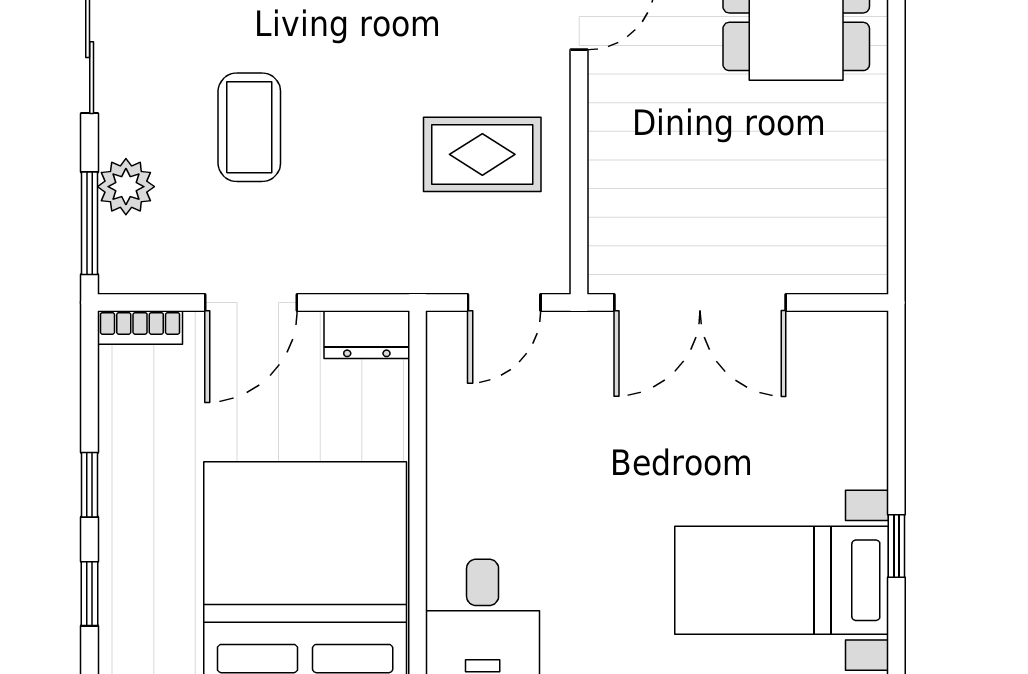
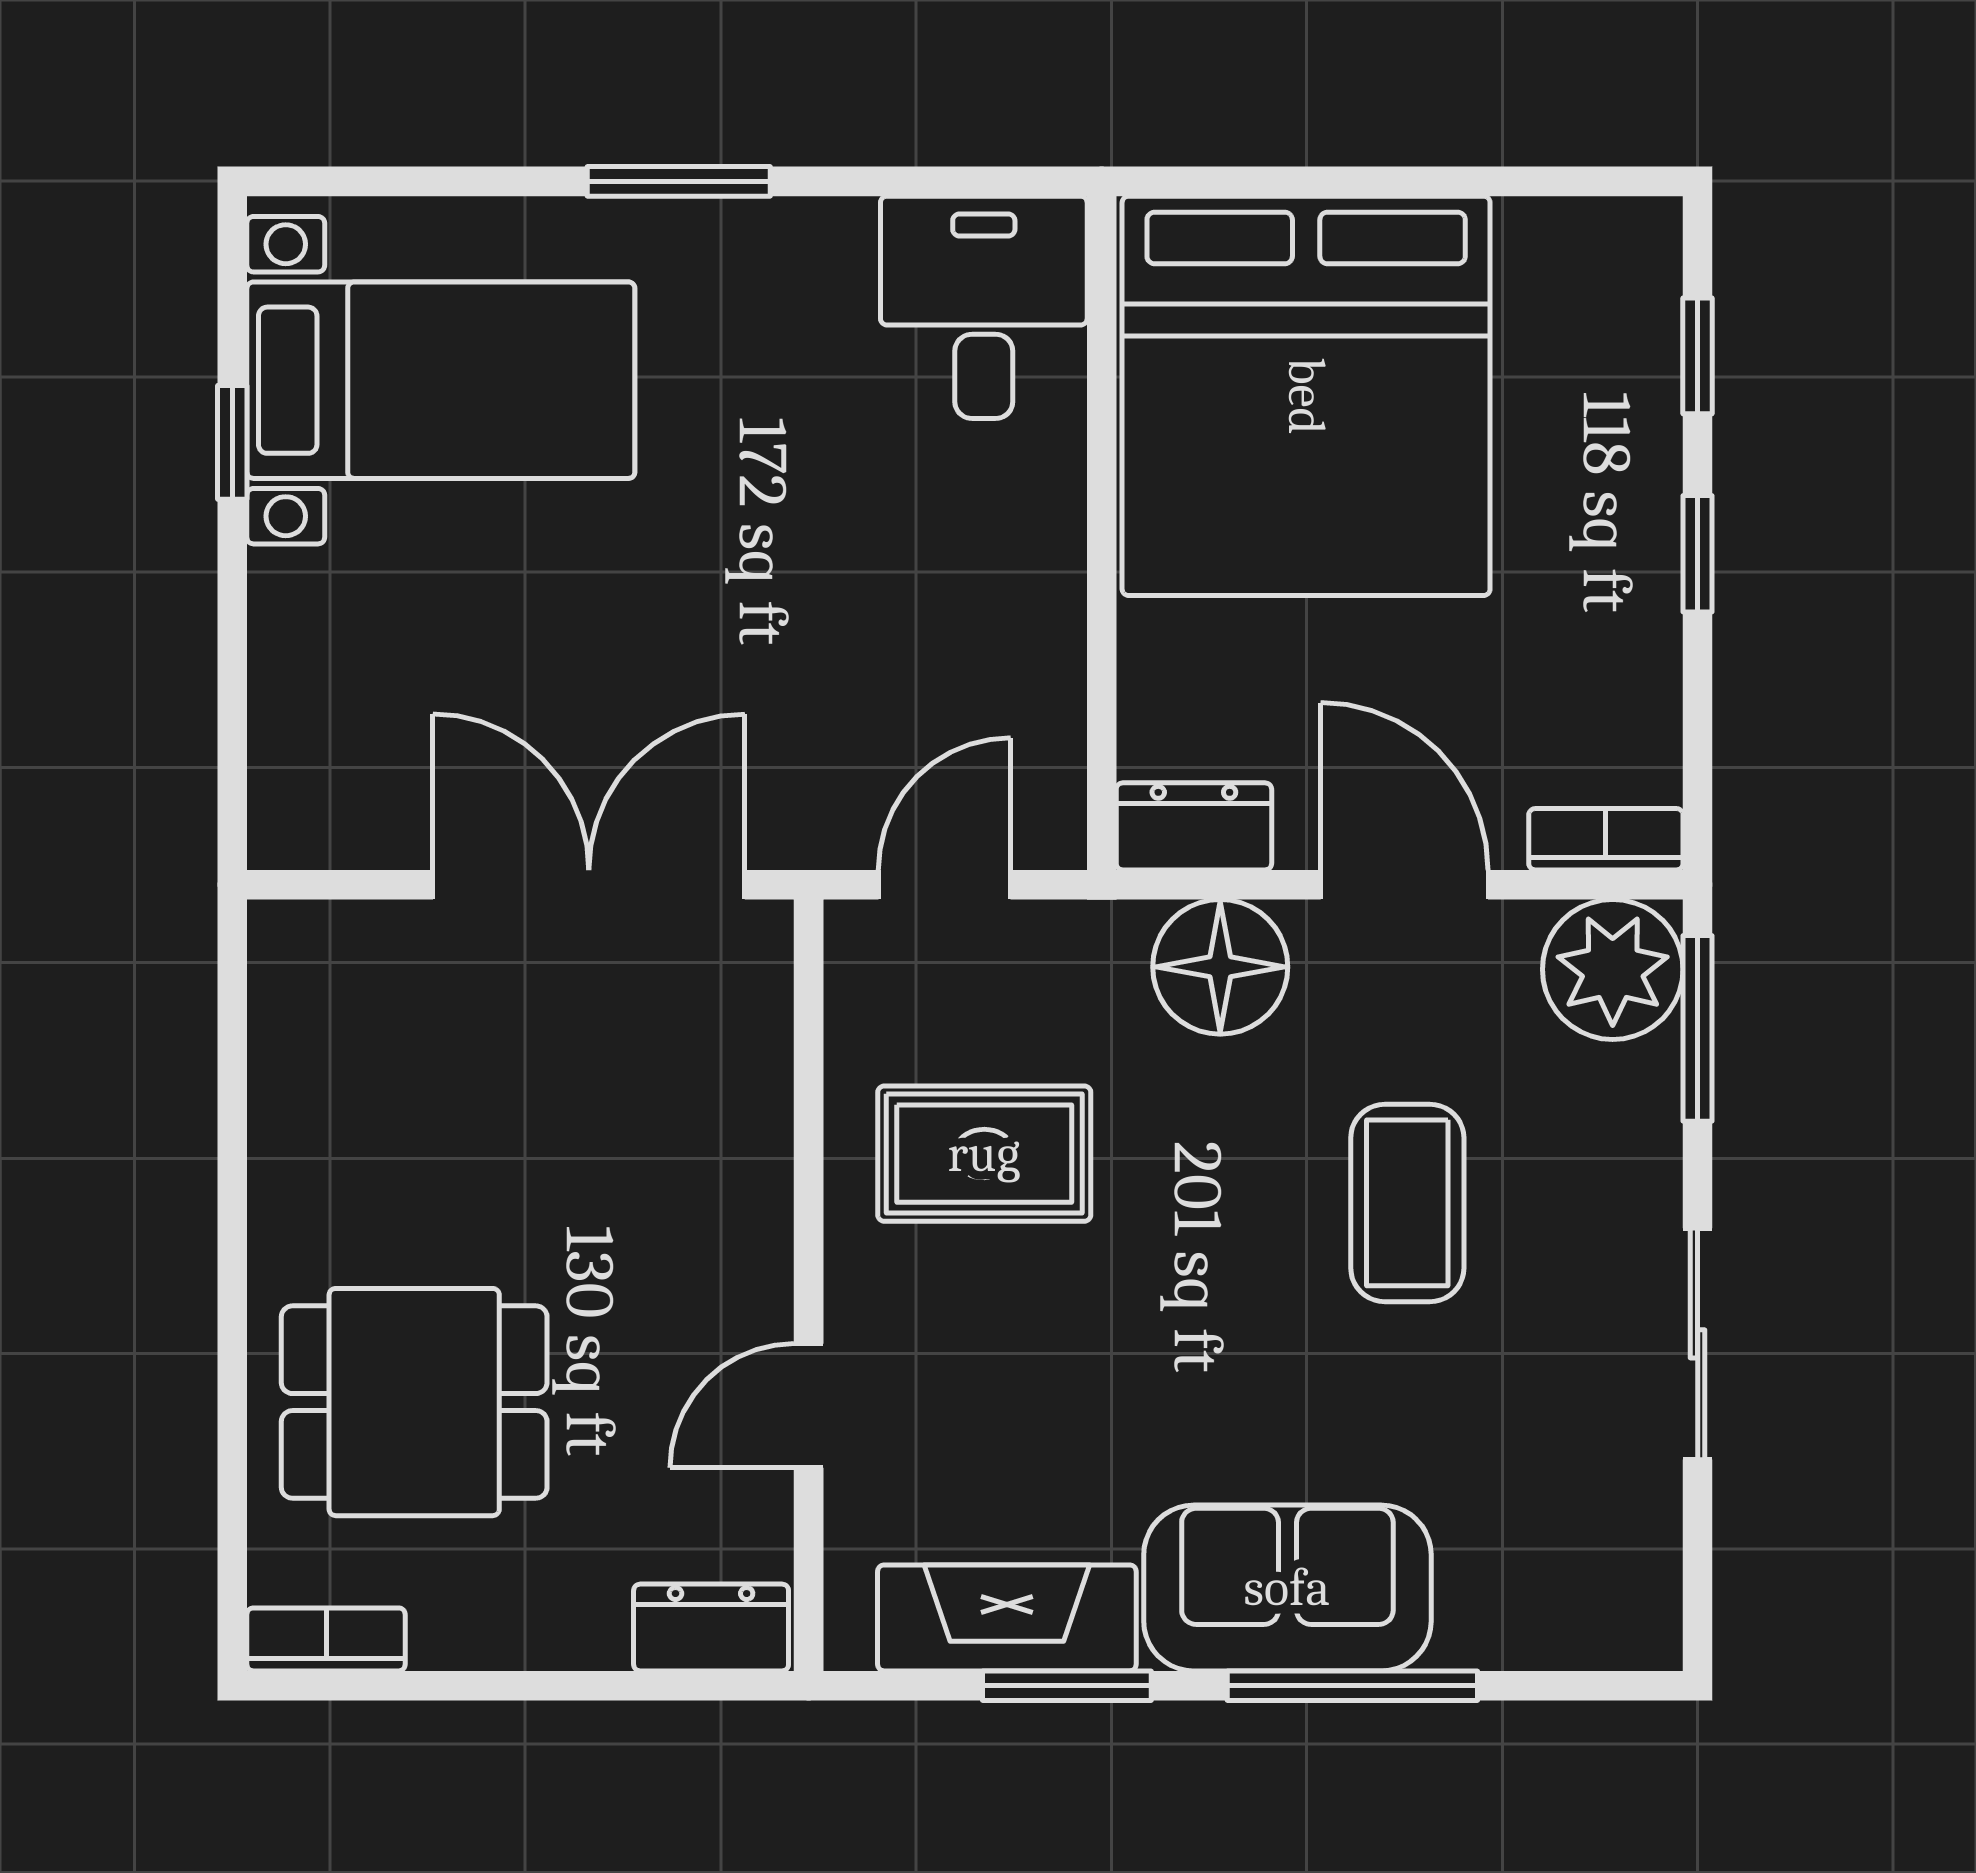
plant: (126, 187) -> (1613, 969), moved, width x1.36, depth x1.36
floor lamp: (352, 257) -> (1220, 967), added
door: (251, 302) -> (1404, 885), hinge flipped

